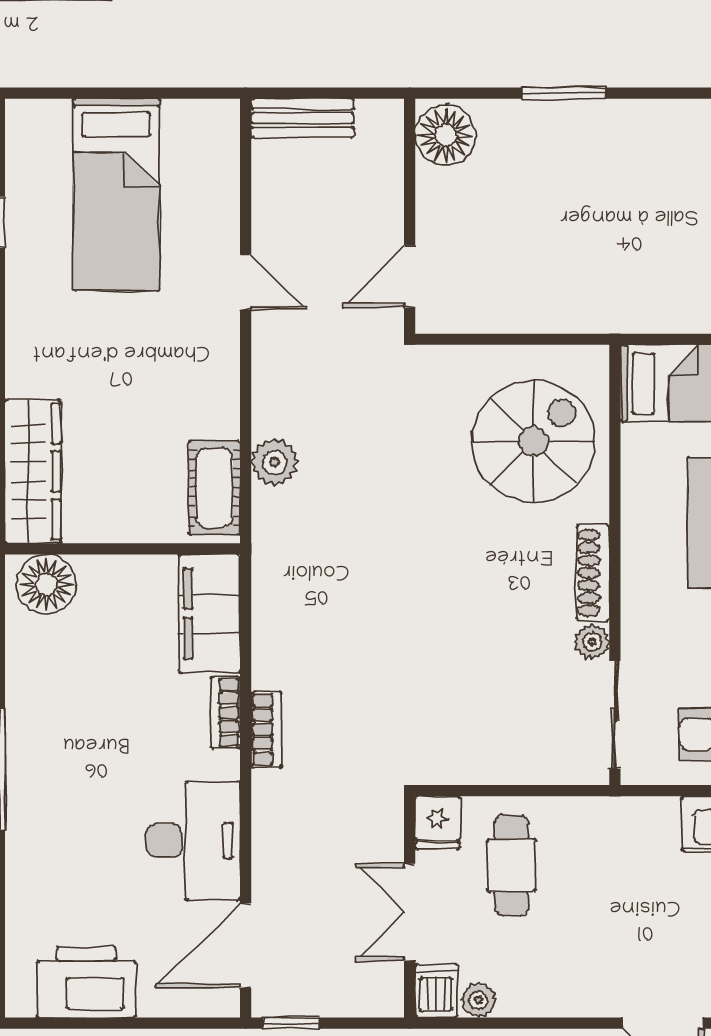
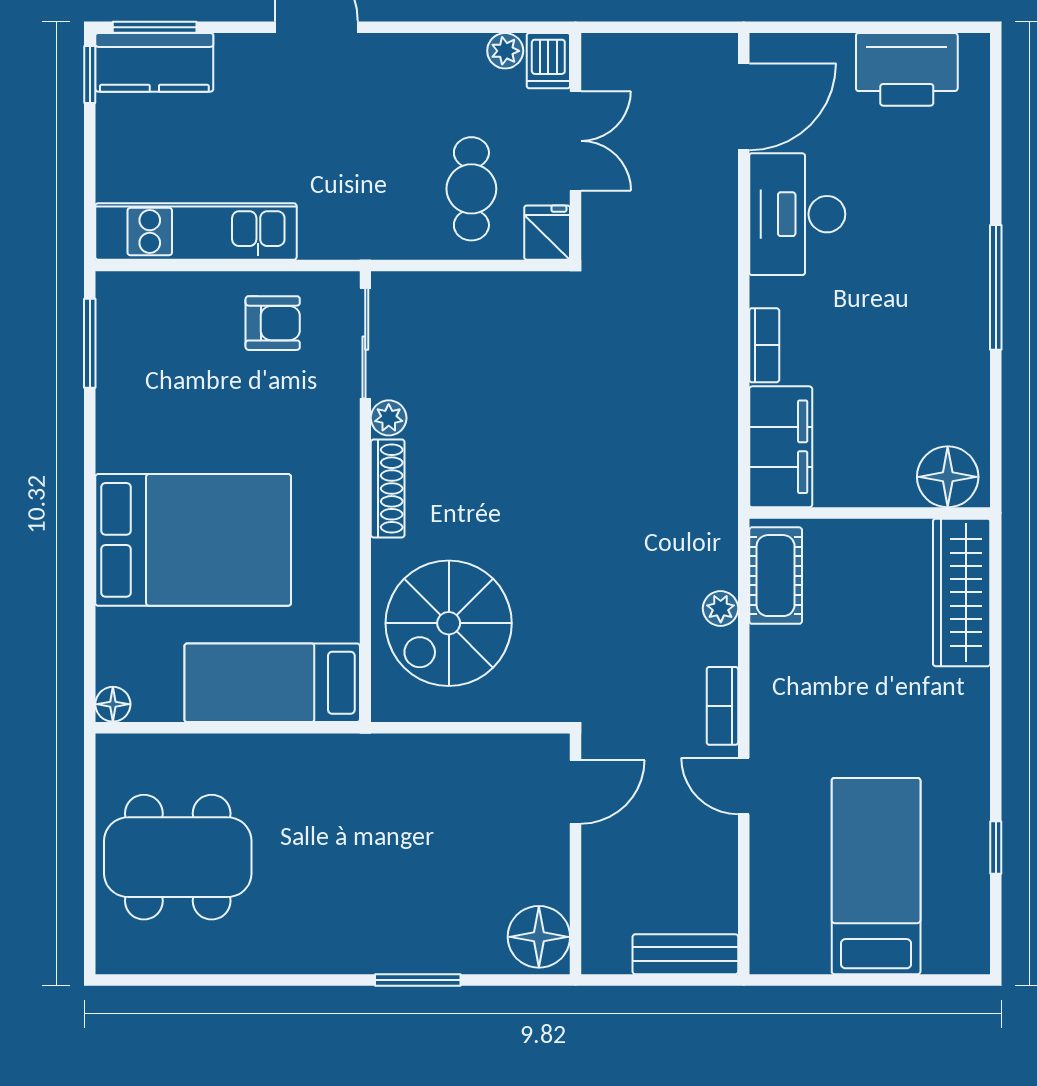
plant: (275, 462) -> (721, 608), width x0.73, depth x0.73
bookcase: (266, 730) -> (722, 706), moved
window: (291, 1023) -> (697, 27), removed

